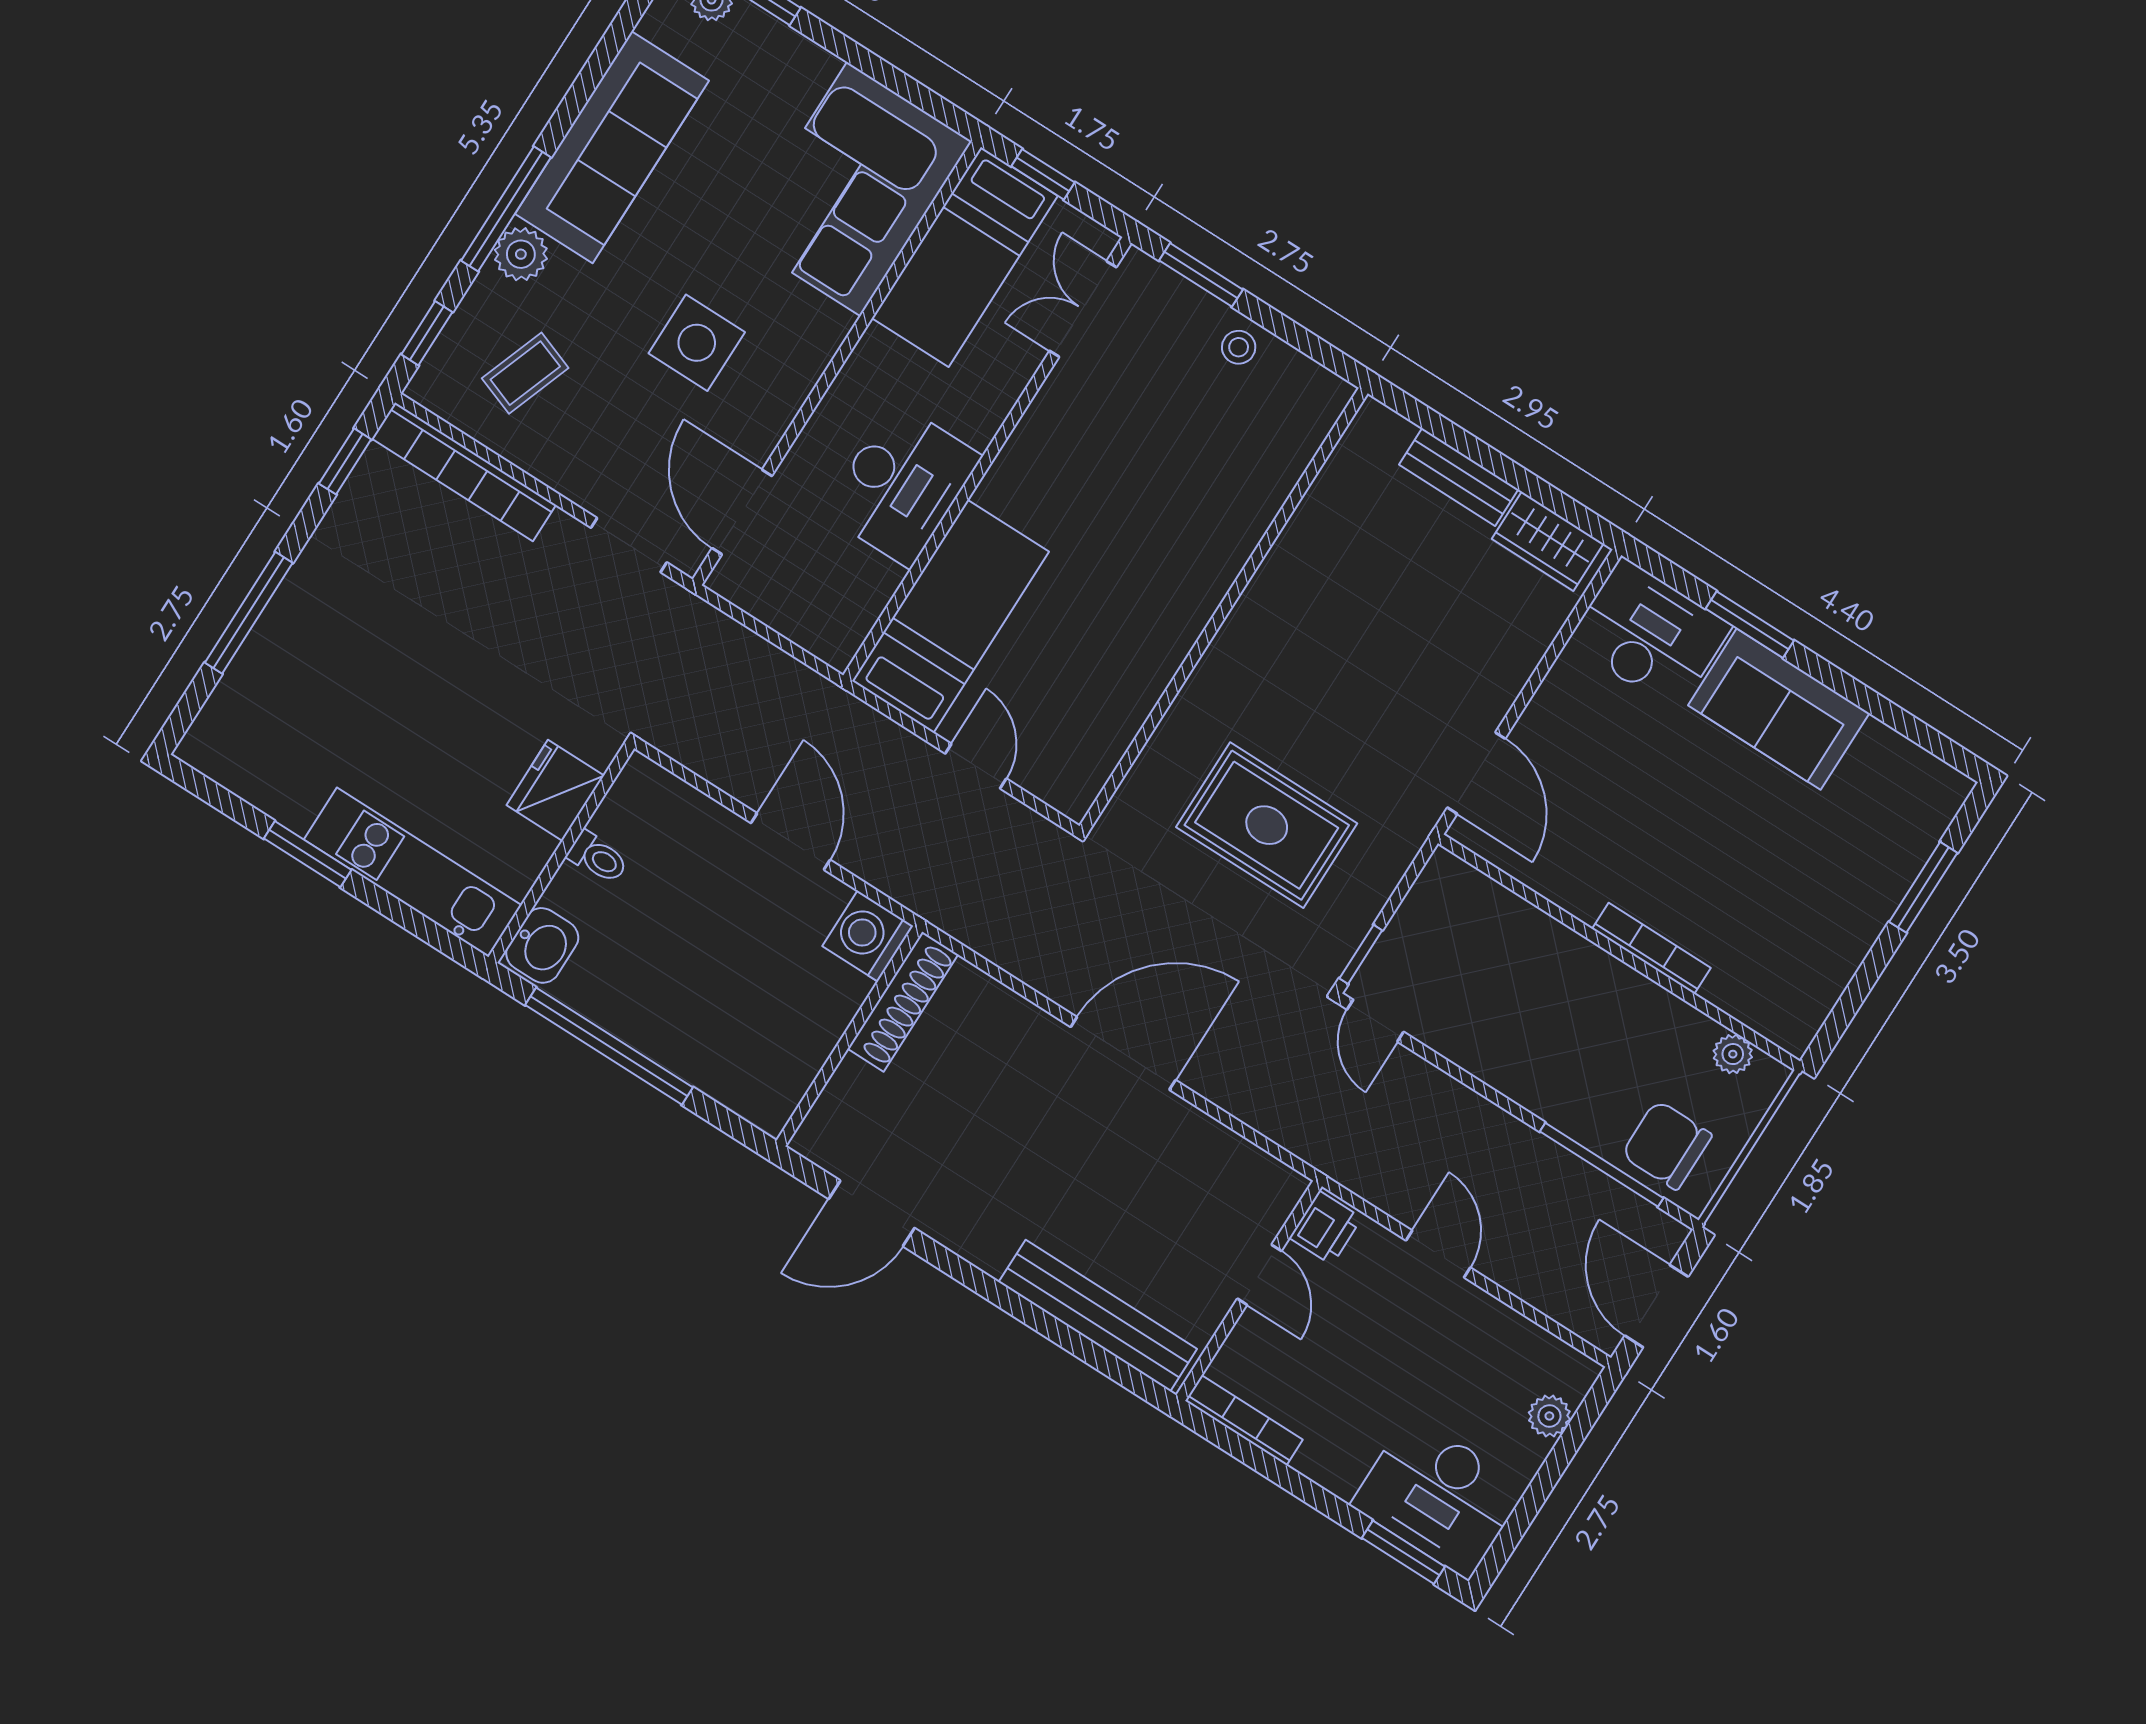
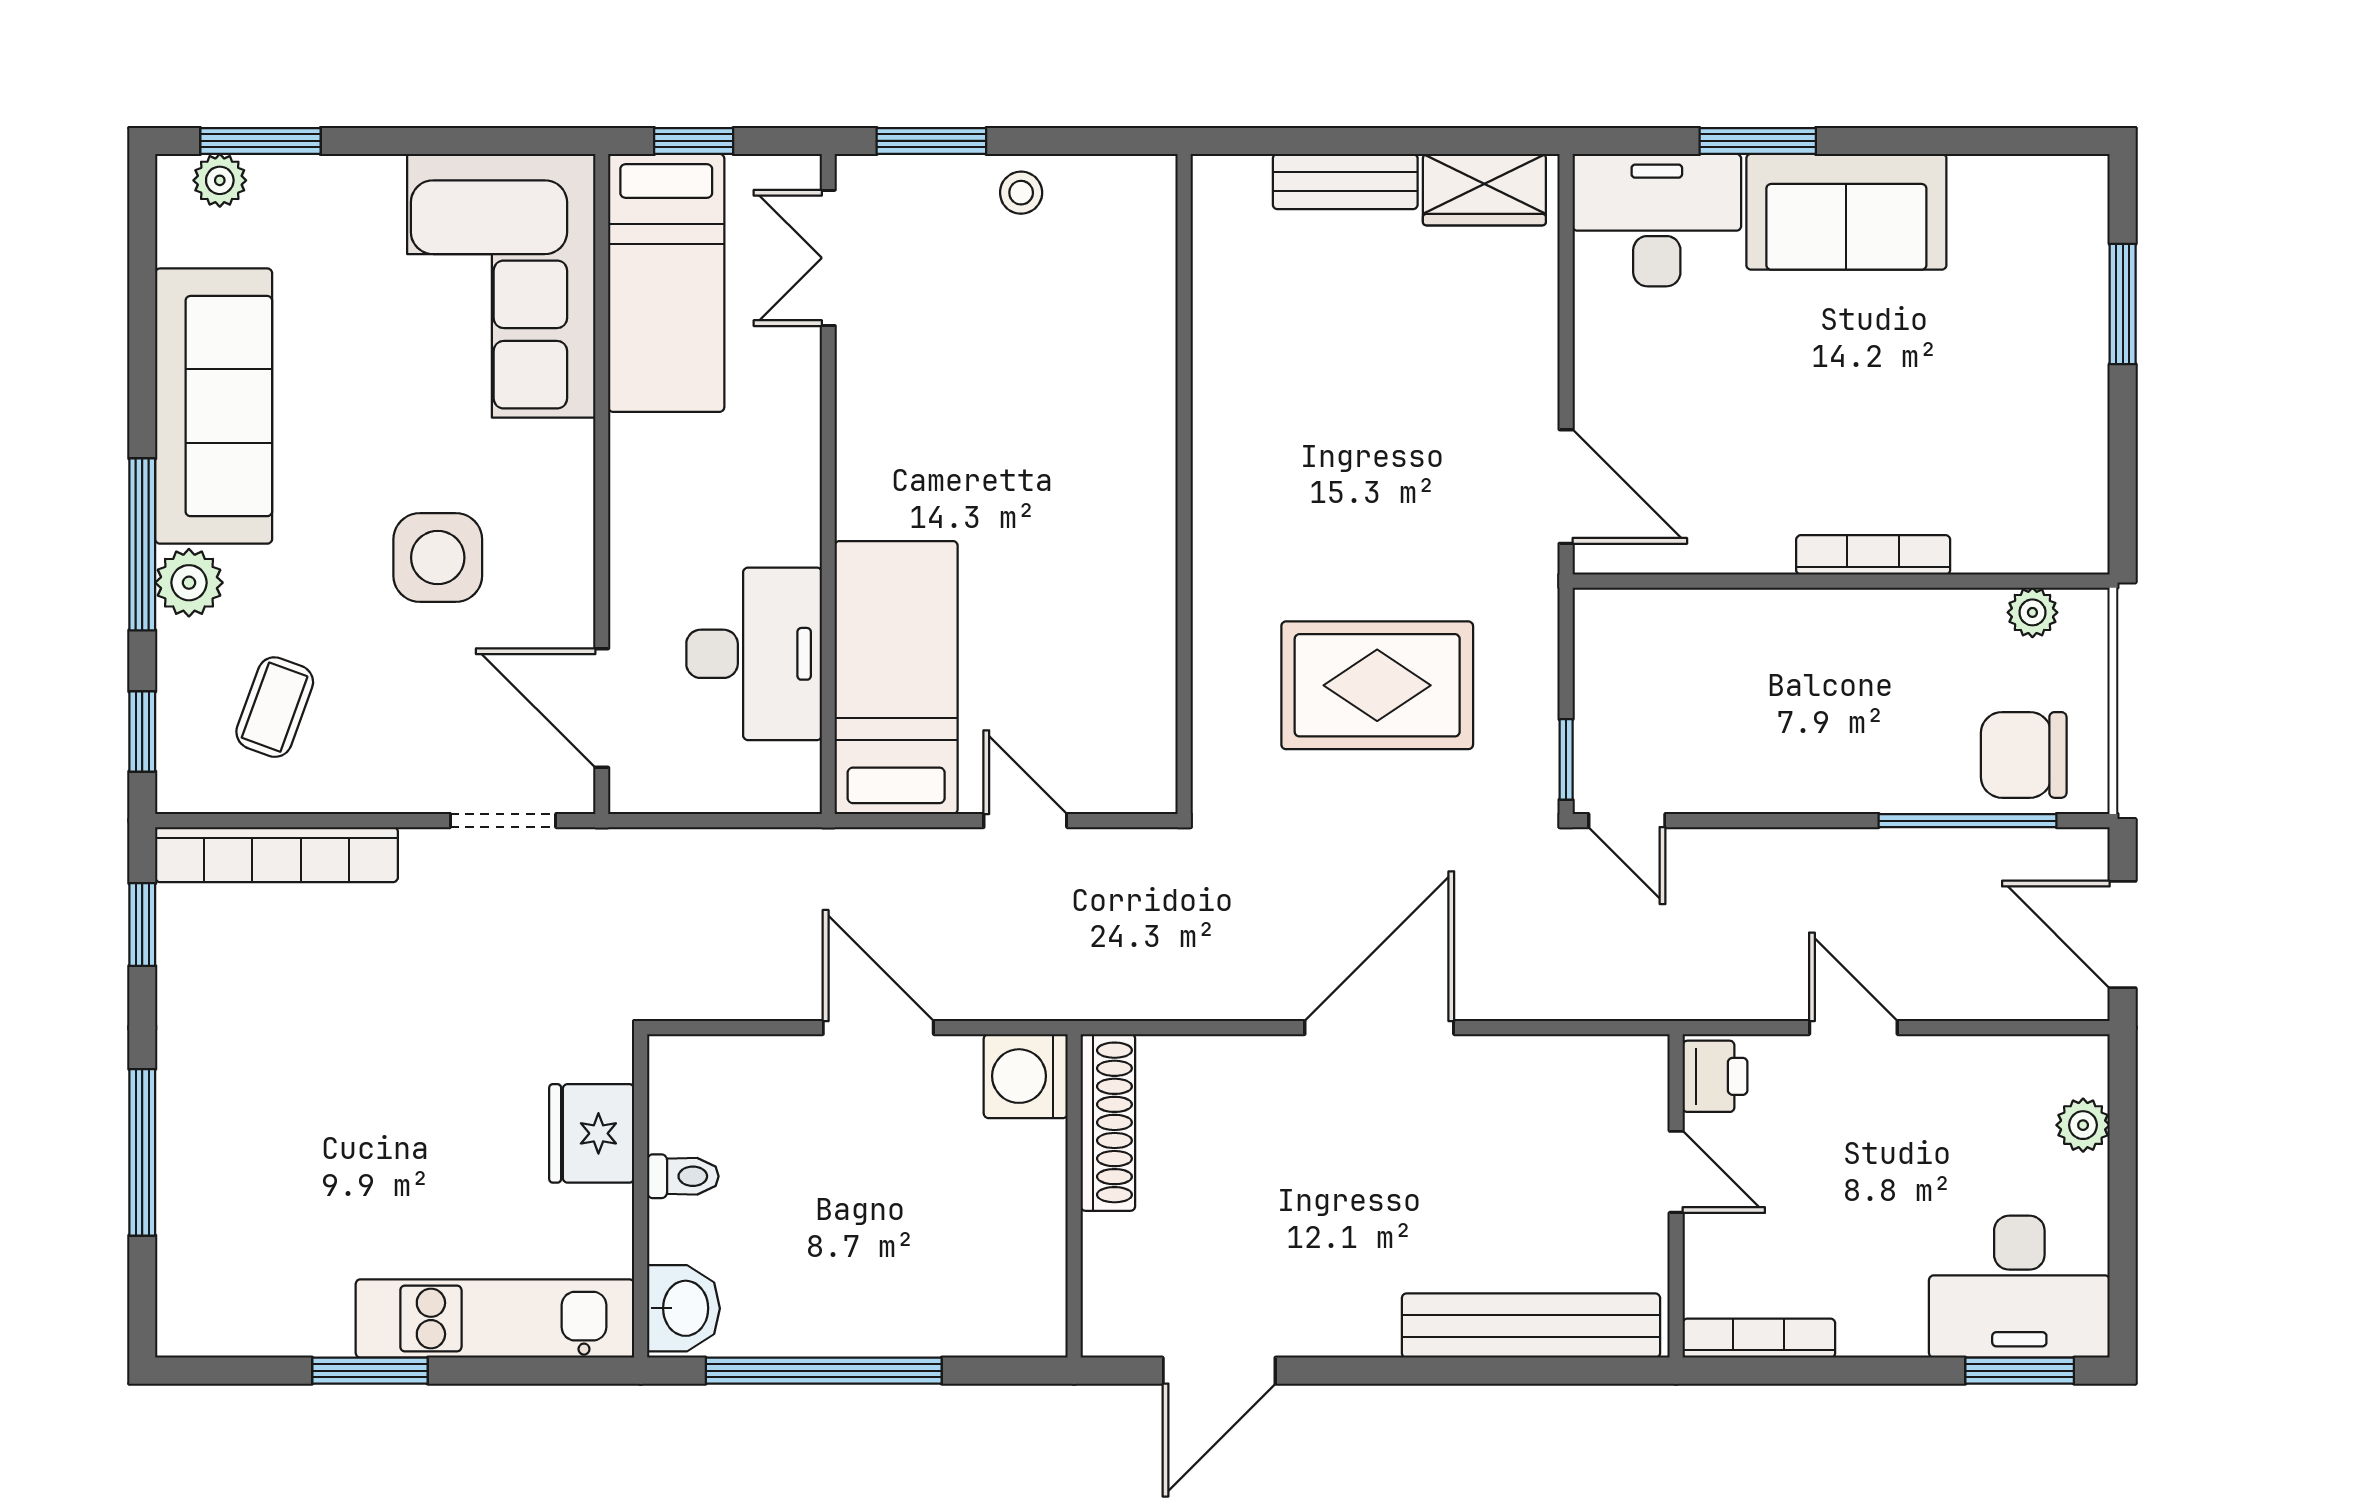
desk: (902, 484) -> (754, 654), moved

